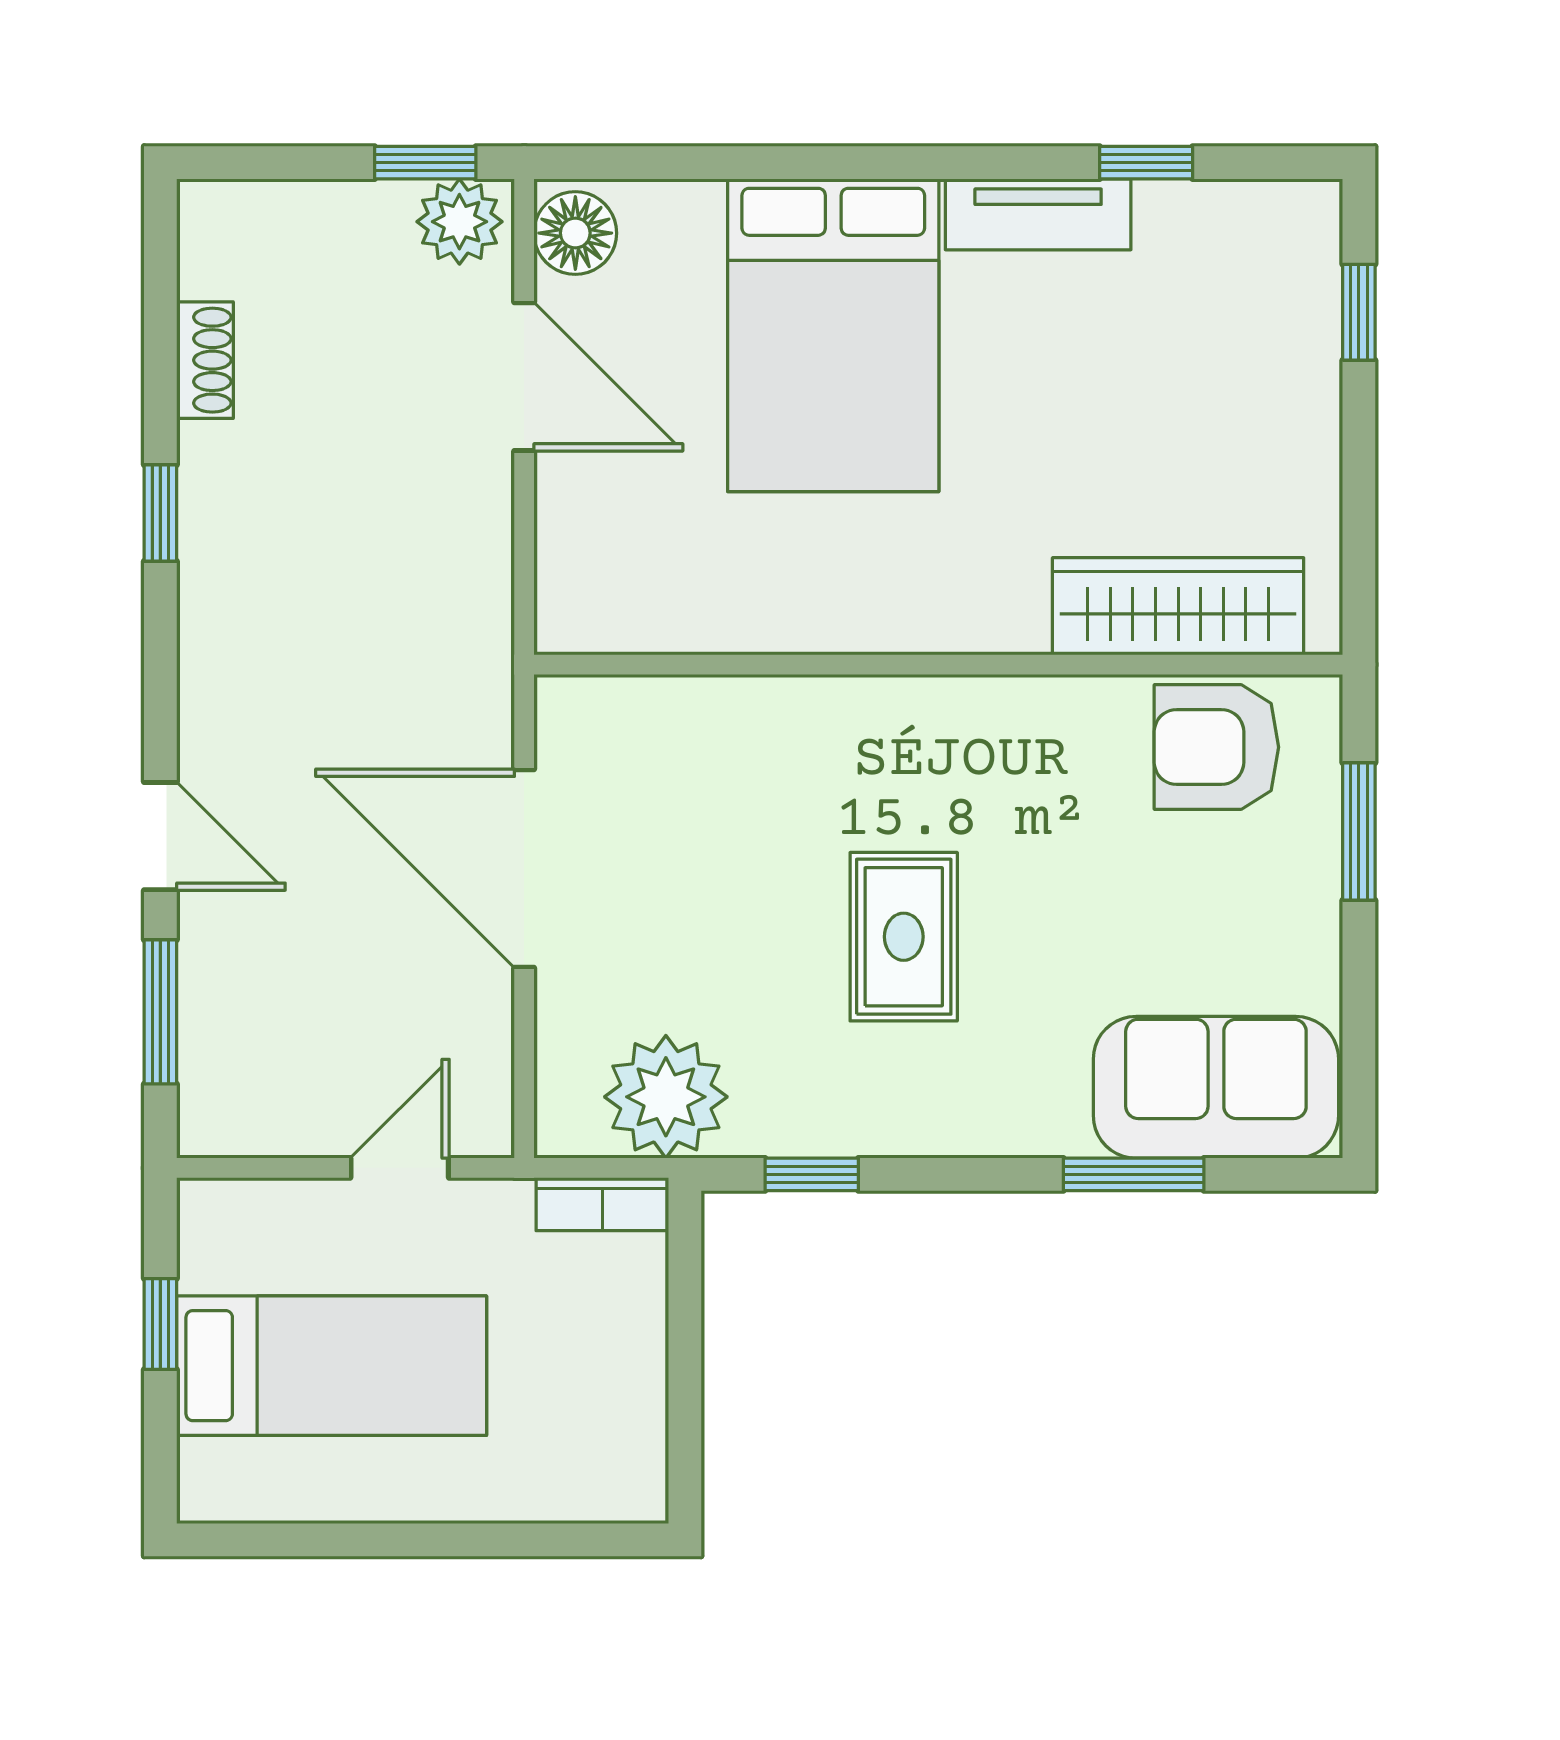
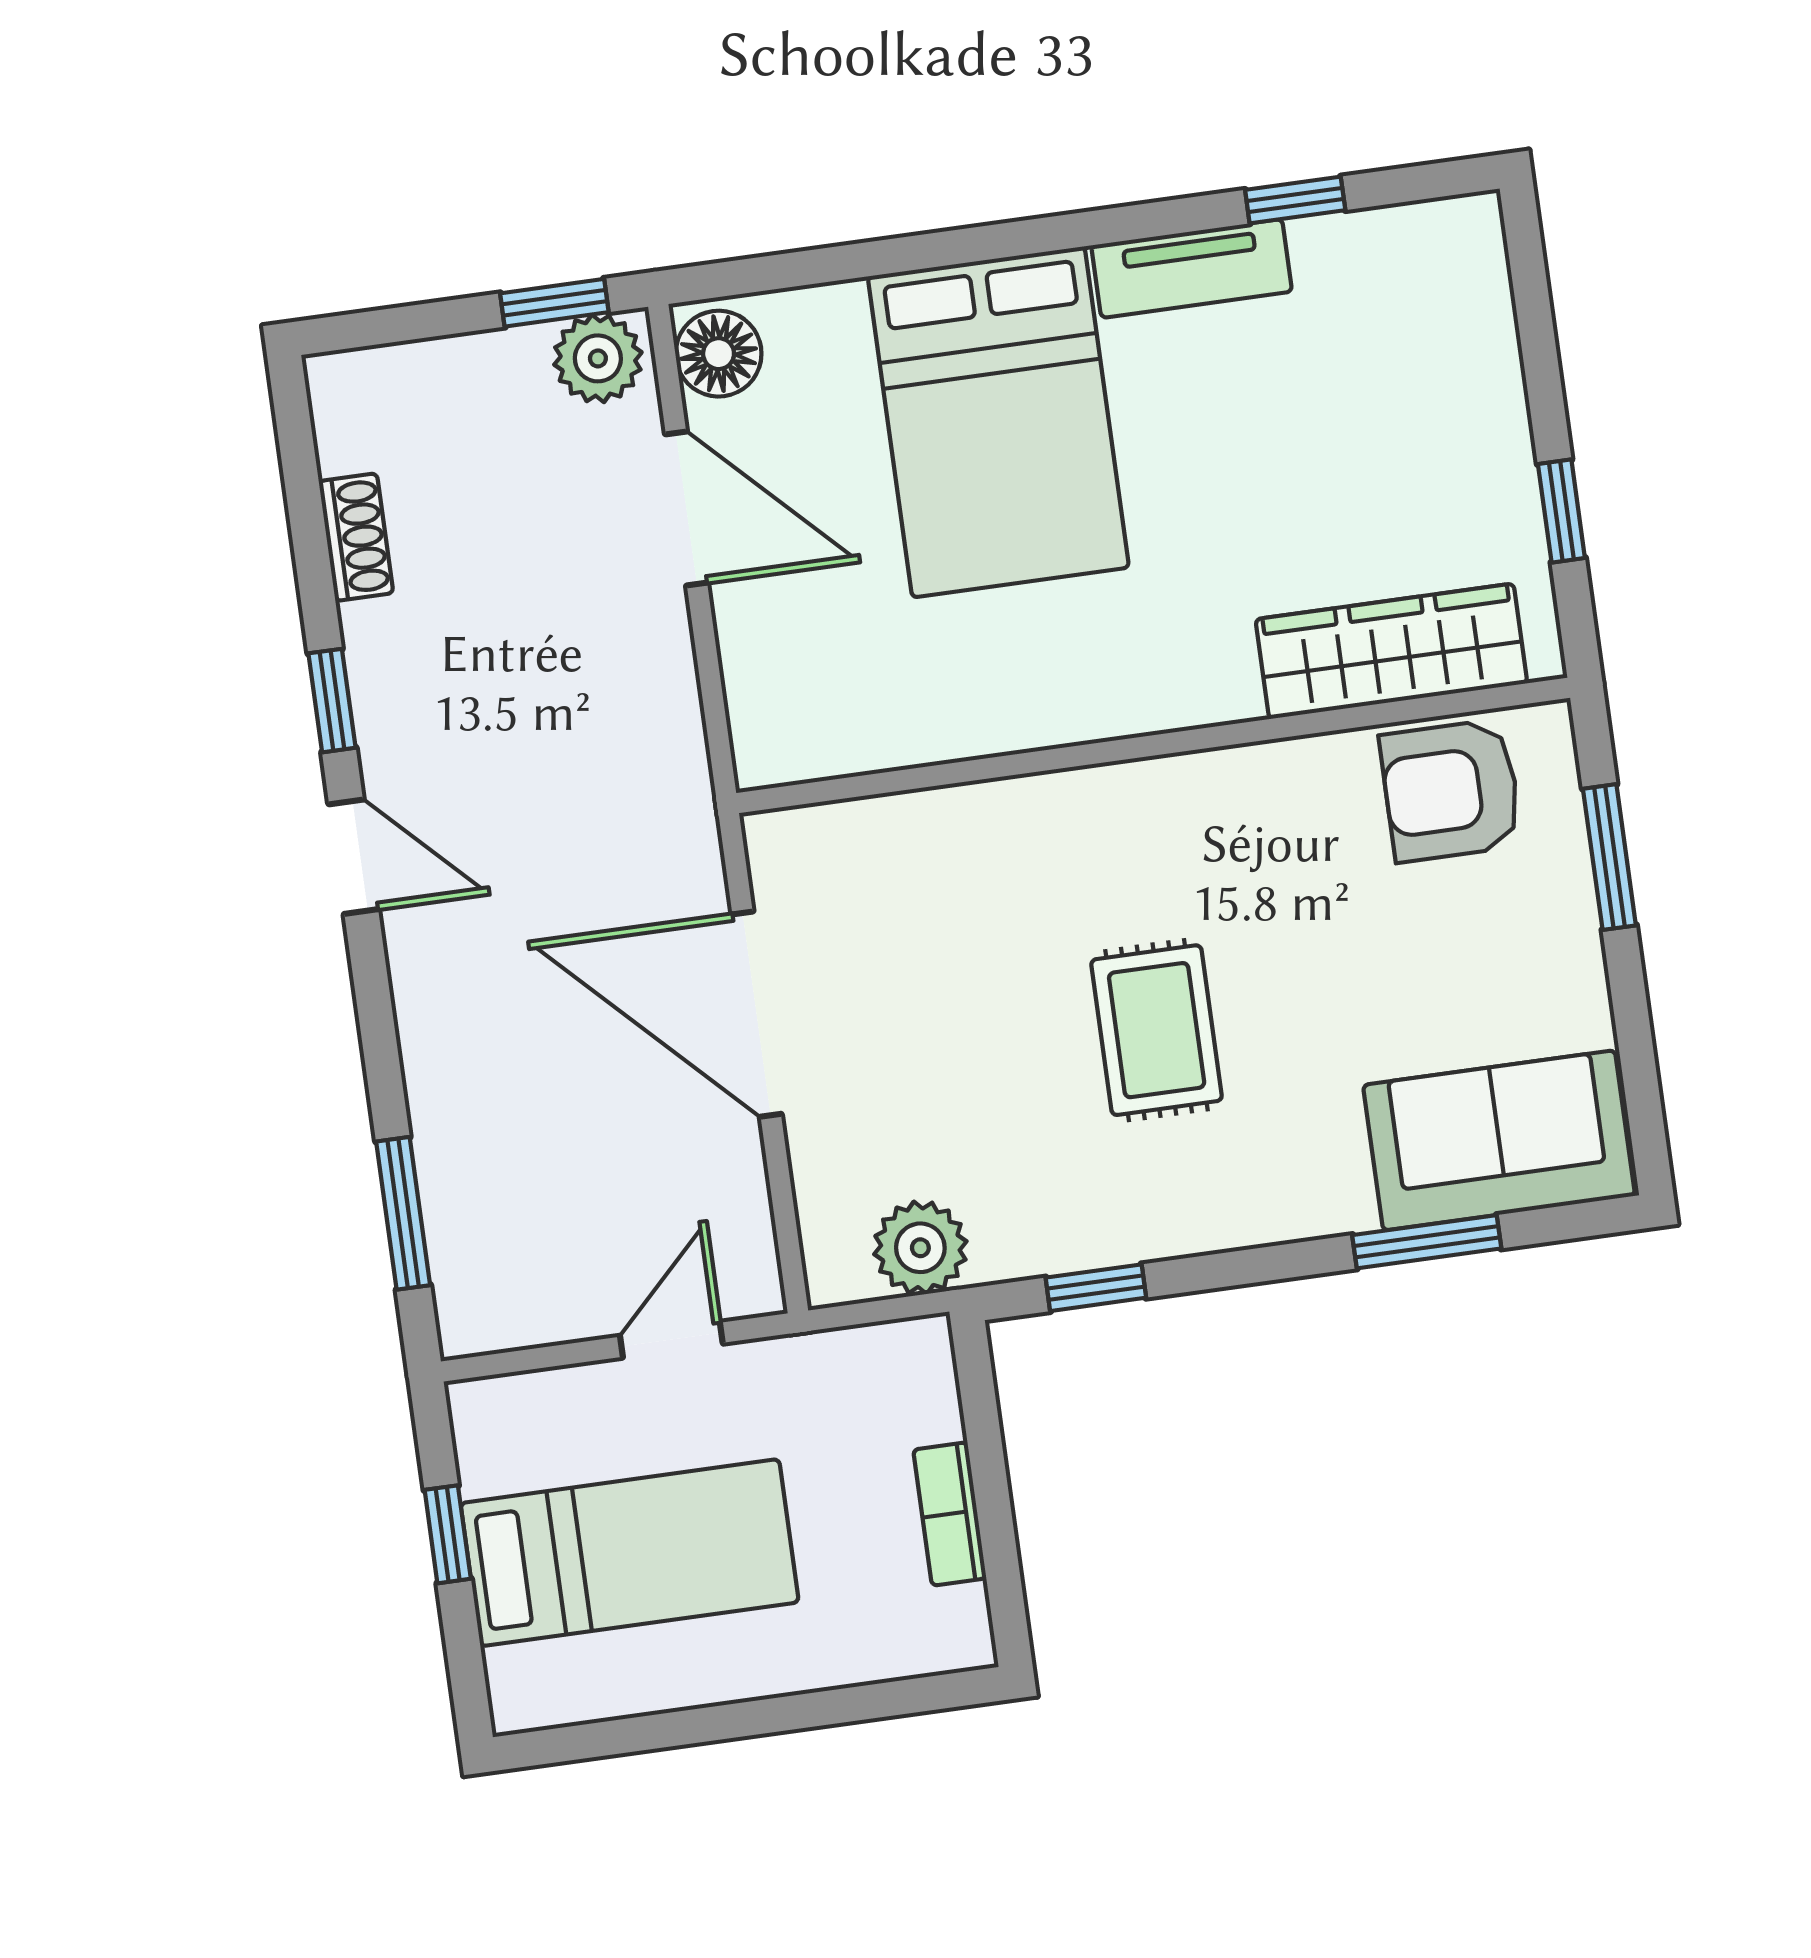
window: (1359, 312) -> (1561, 511), moved
door: (160, 836) -> (354, 857), moved
plant: (666, 1097) -> (920, 1248), width x0.73, depth x0.73
bookcase: (602, 1204) -> (950, 1514), moved, turned 90

